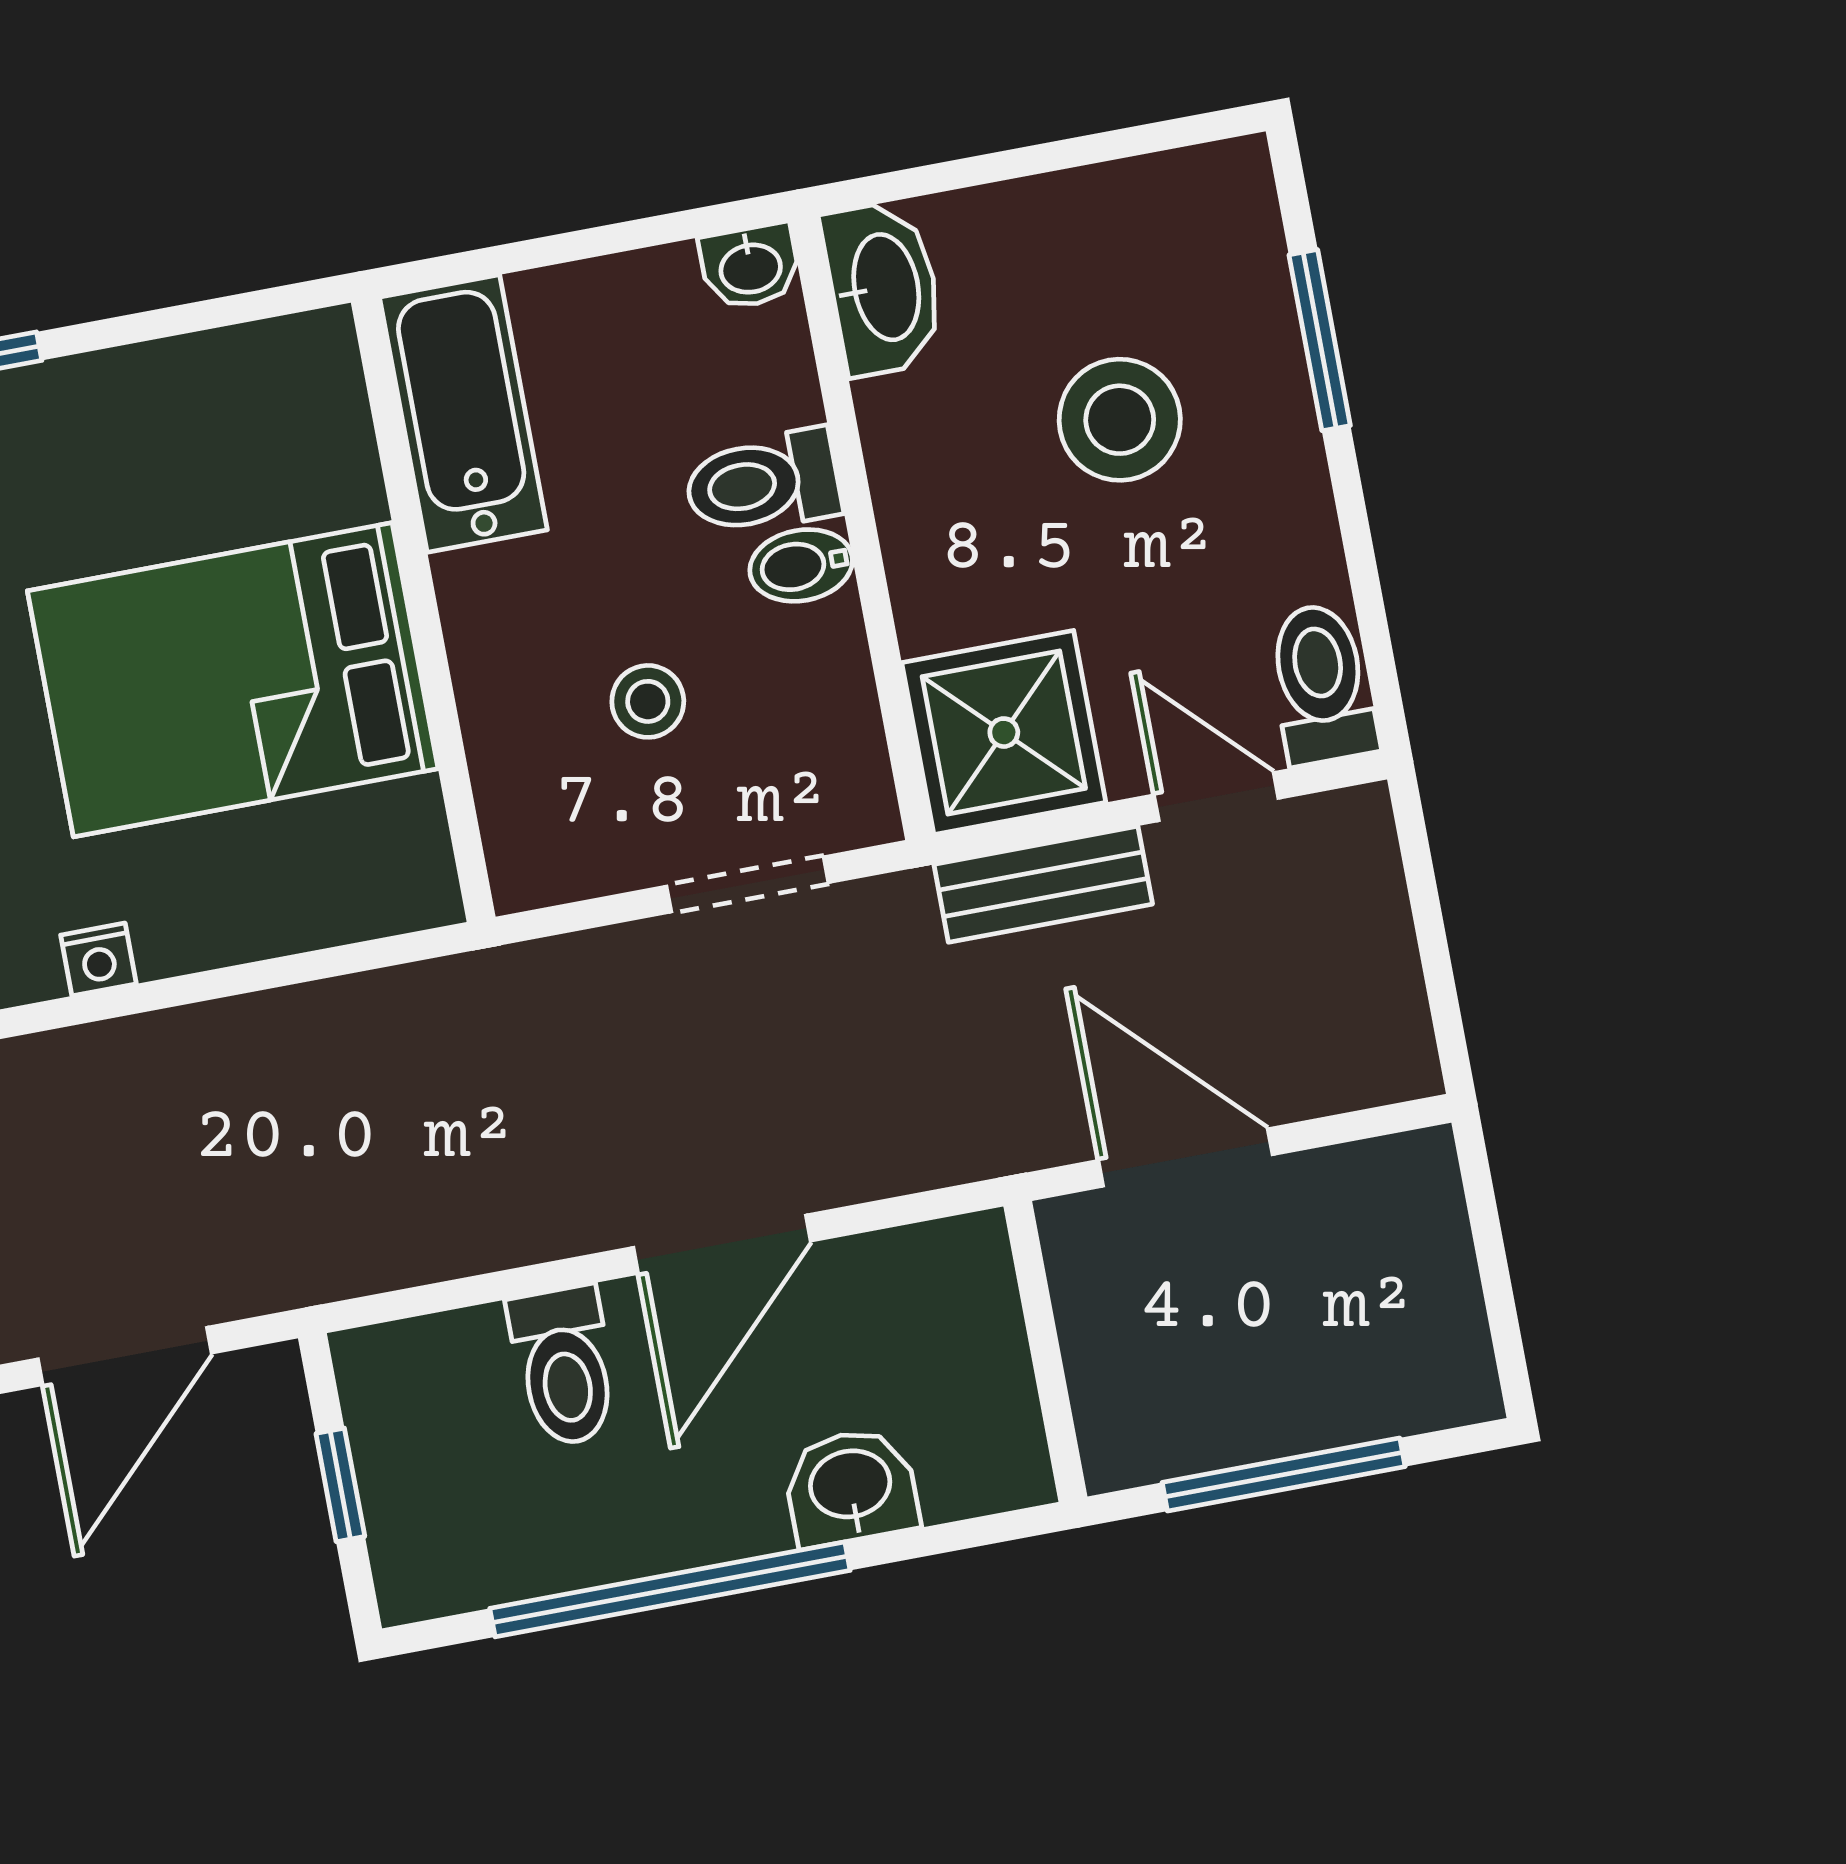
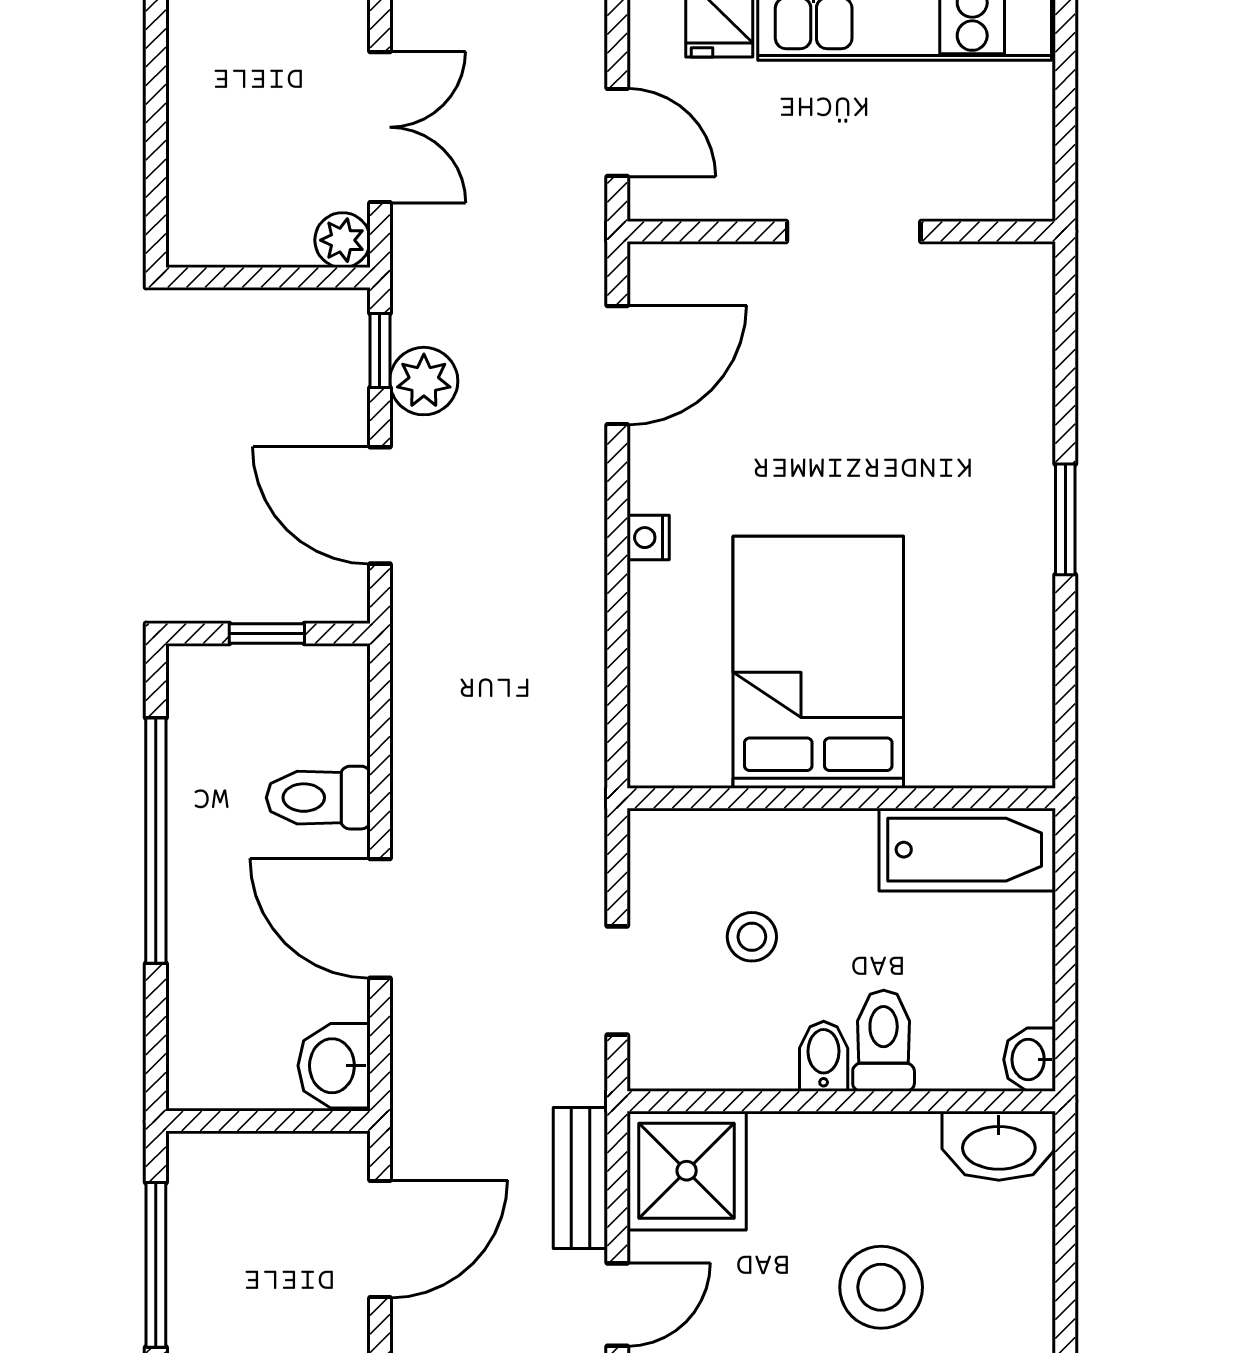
washbasin: (851, 1487) -> (334, 1066), moved, turned 180

